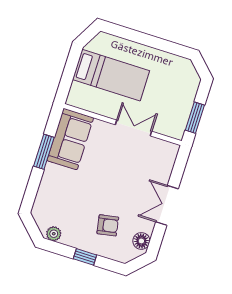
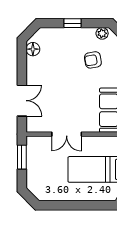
double door: (167, 205) -> (22, 101), moved
armchair: (108, 225) -> (93, 60), moved

